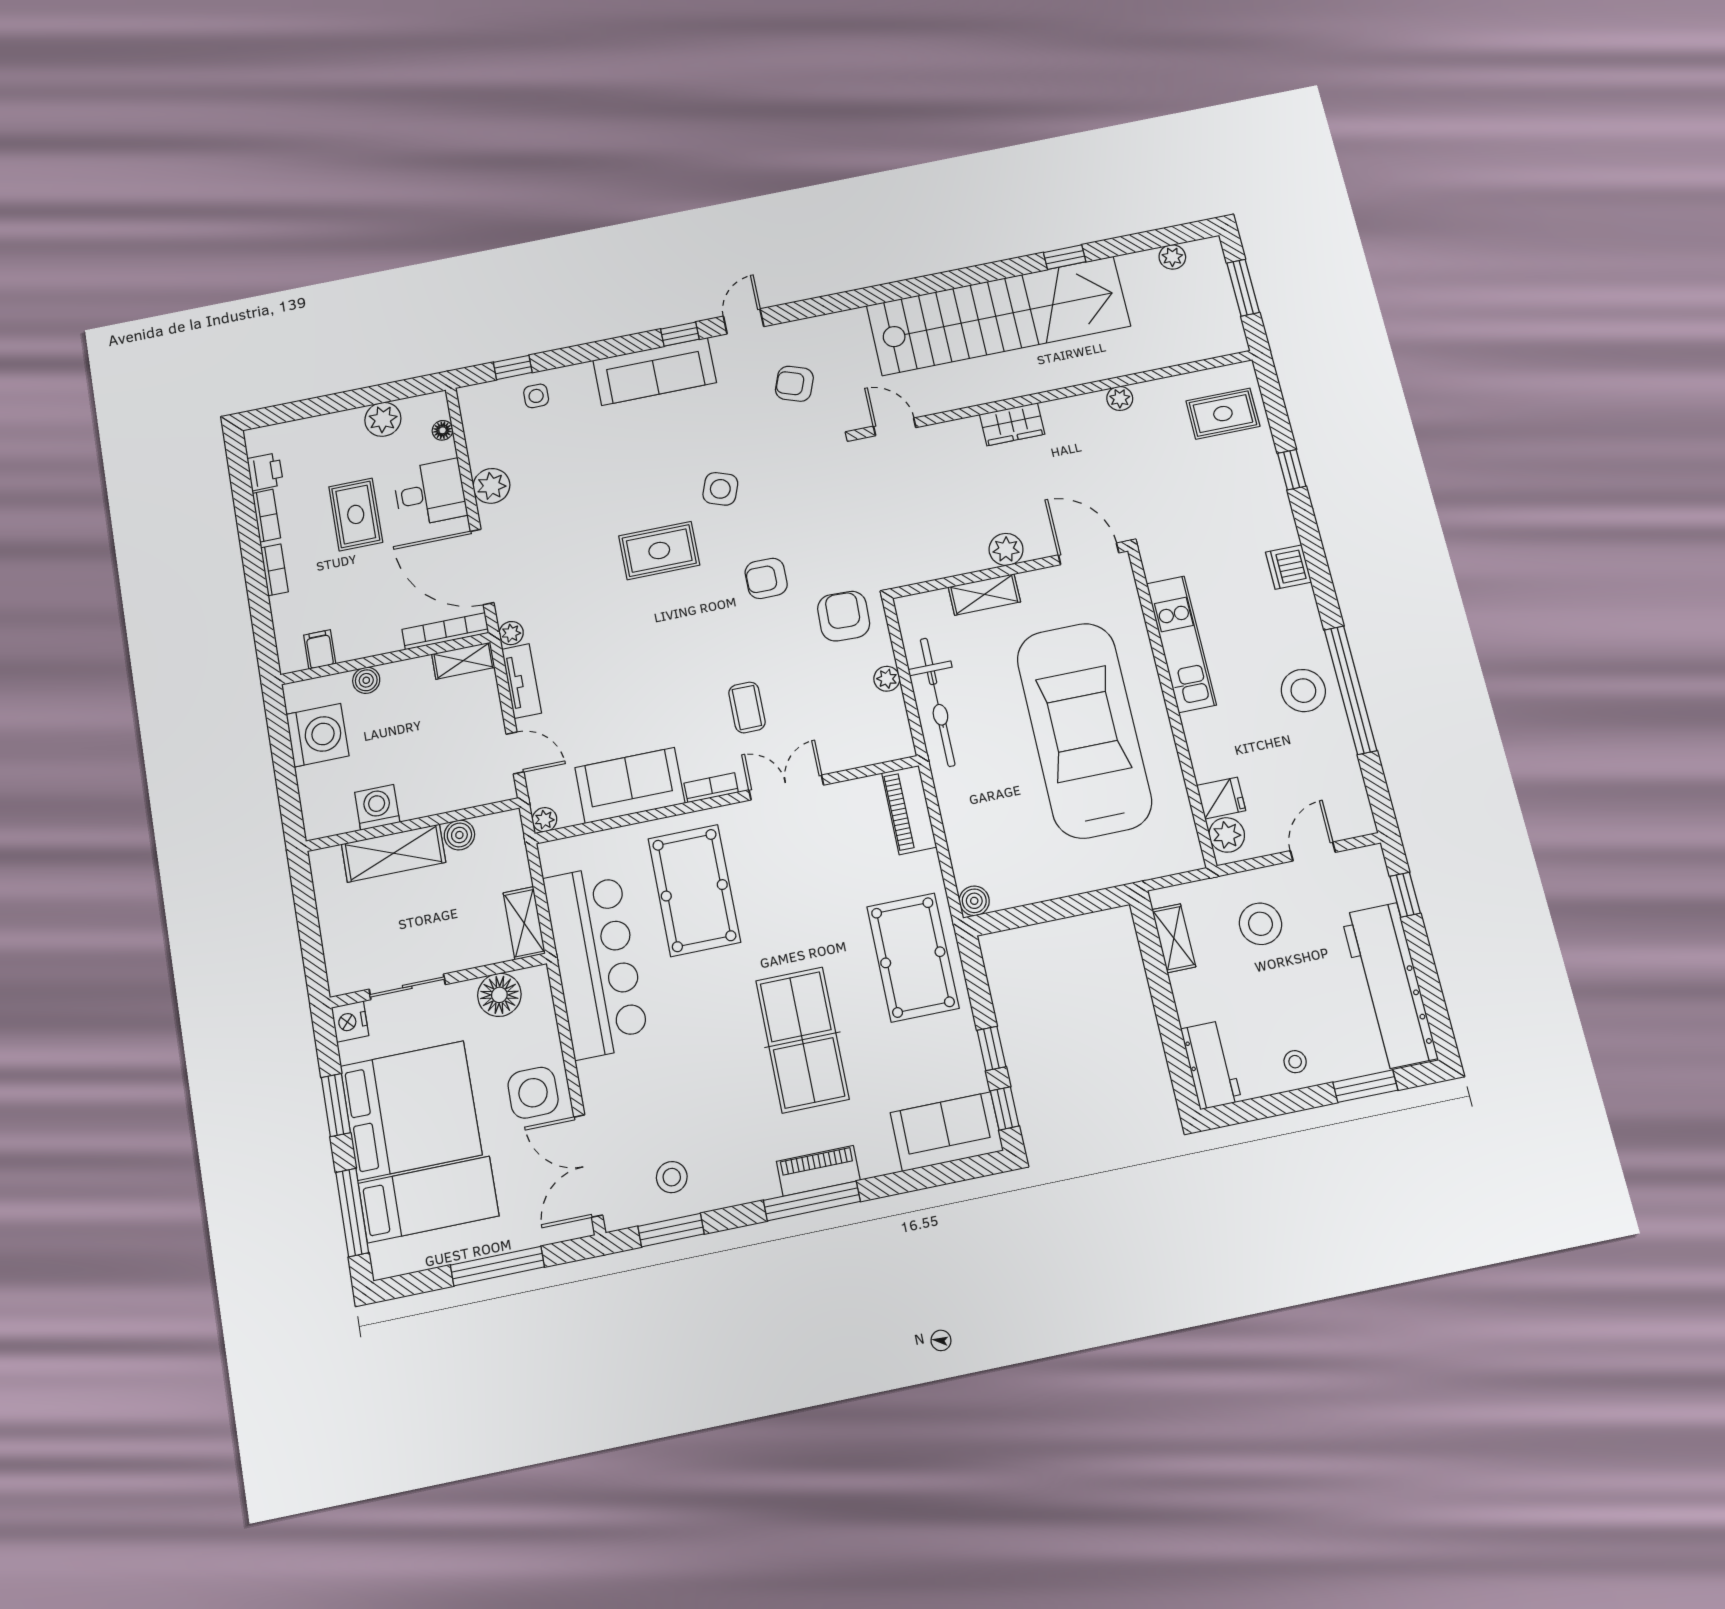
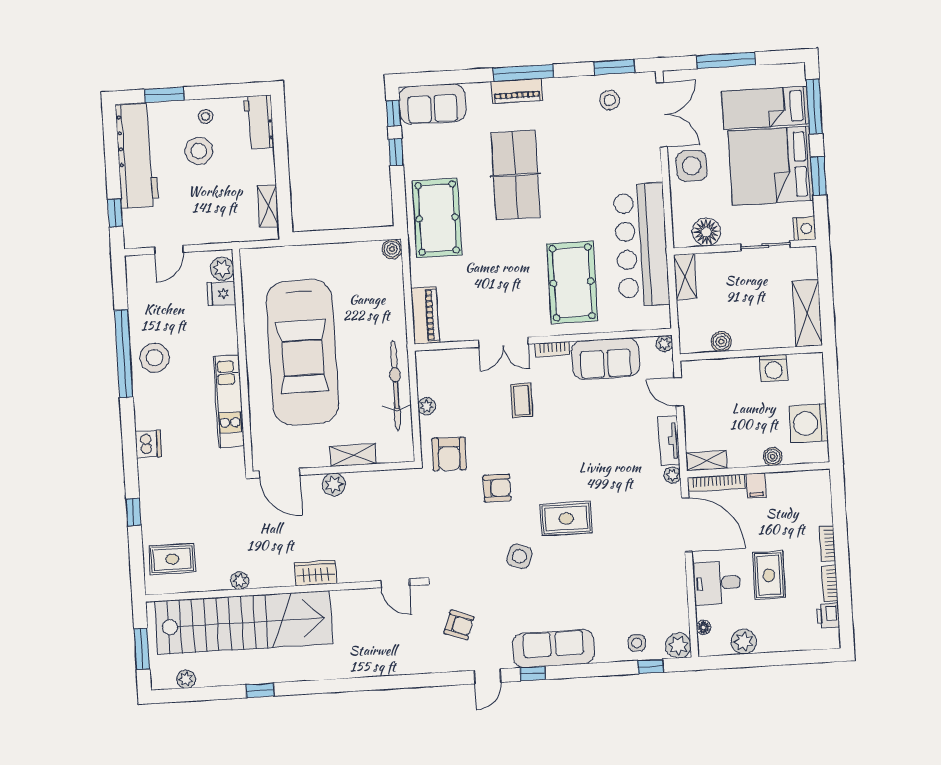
stairs: (998, 316) -> (244, 623), moved, turned 180
plant: (491, 486) -> (678, 646), moved
filing cabinet: (320, 649) -> (756, 486), moved
shelving: (394, 853) -> (807, 313), moved, turned 90
stool: (1261, 924) -> (199, 151), moved

